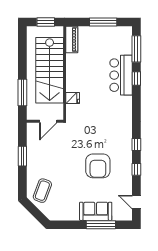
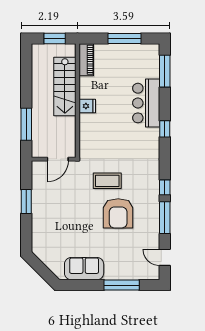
stairs: (50, 70) -> (65, 86), width x0.73, depth x0.66
window: (136, 78) -> (165, 129), moved
fridge: (73, 98) -> (87, 106), moved
window: (136, 169) -> (165, 218), width x2.17
coffee table: (42, 191) -> (107, 181), moved, turned 70
sofa: (96, 211) -> (84, 269), moved

